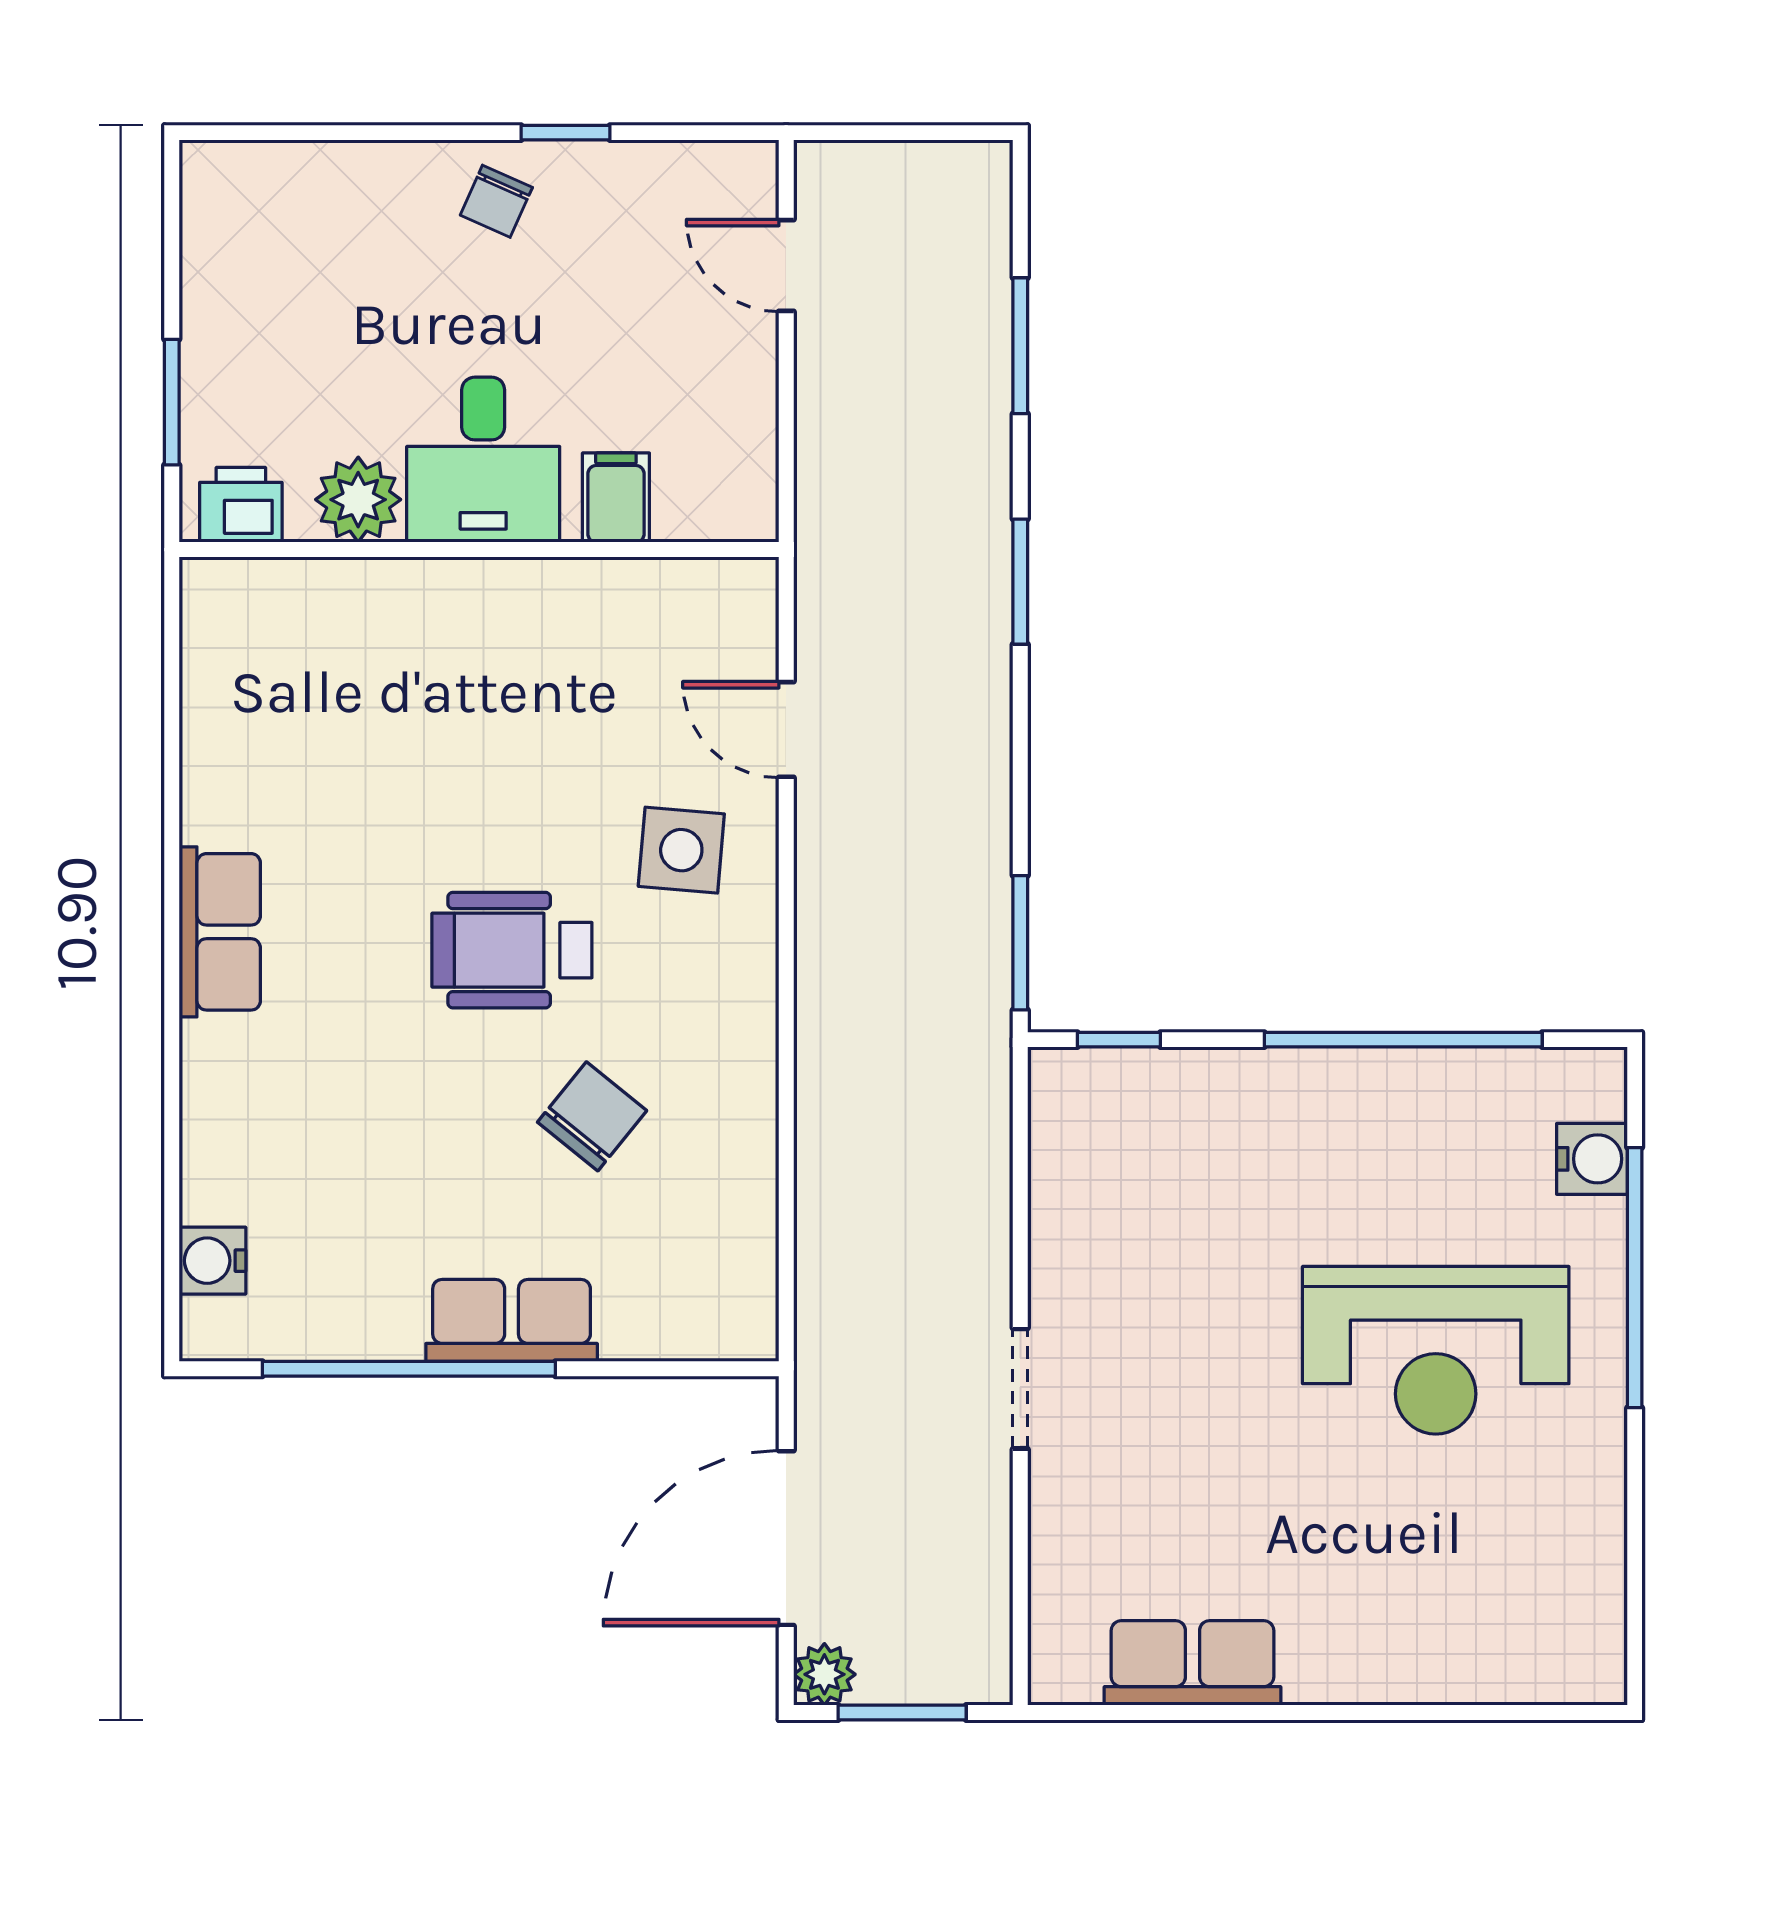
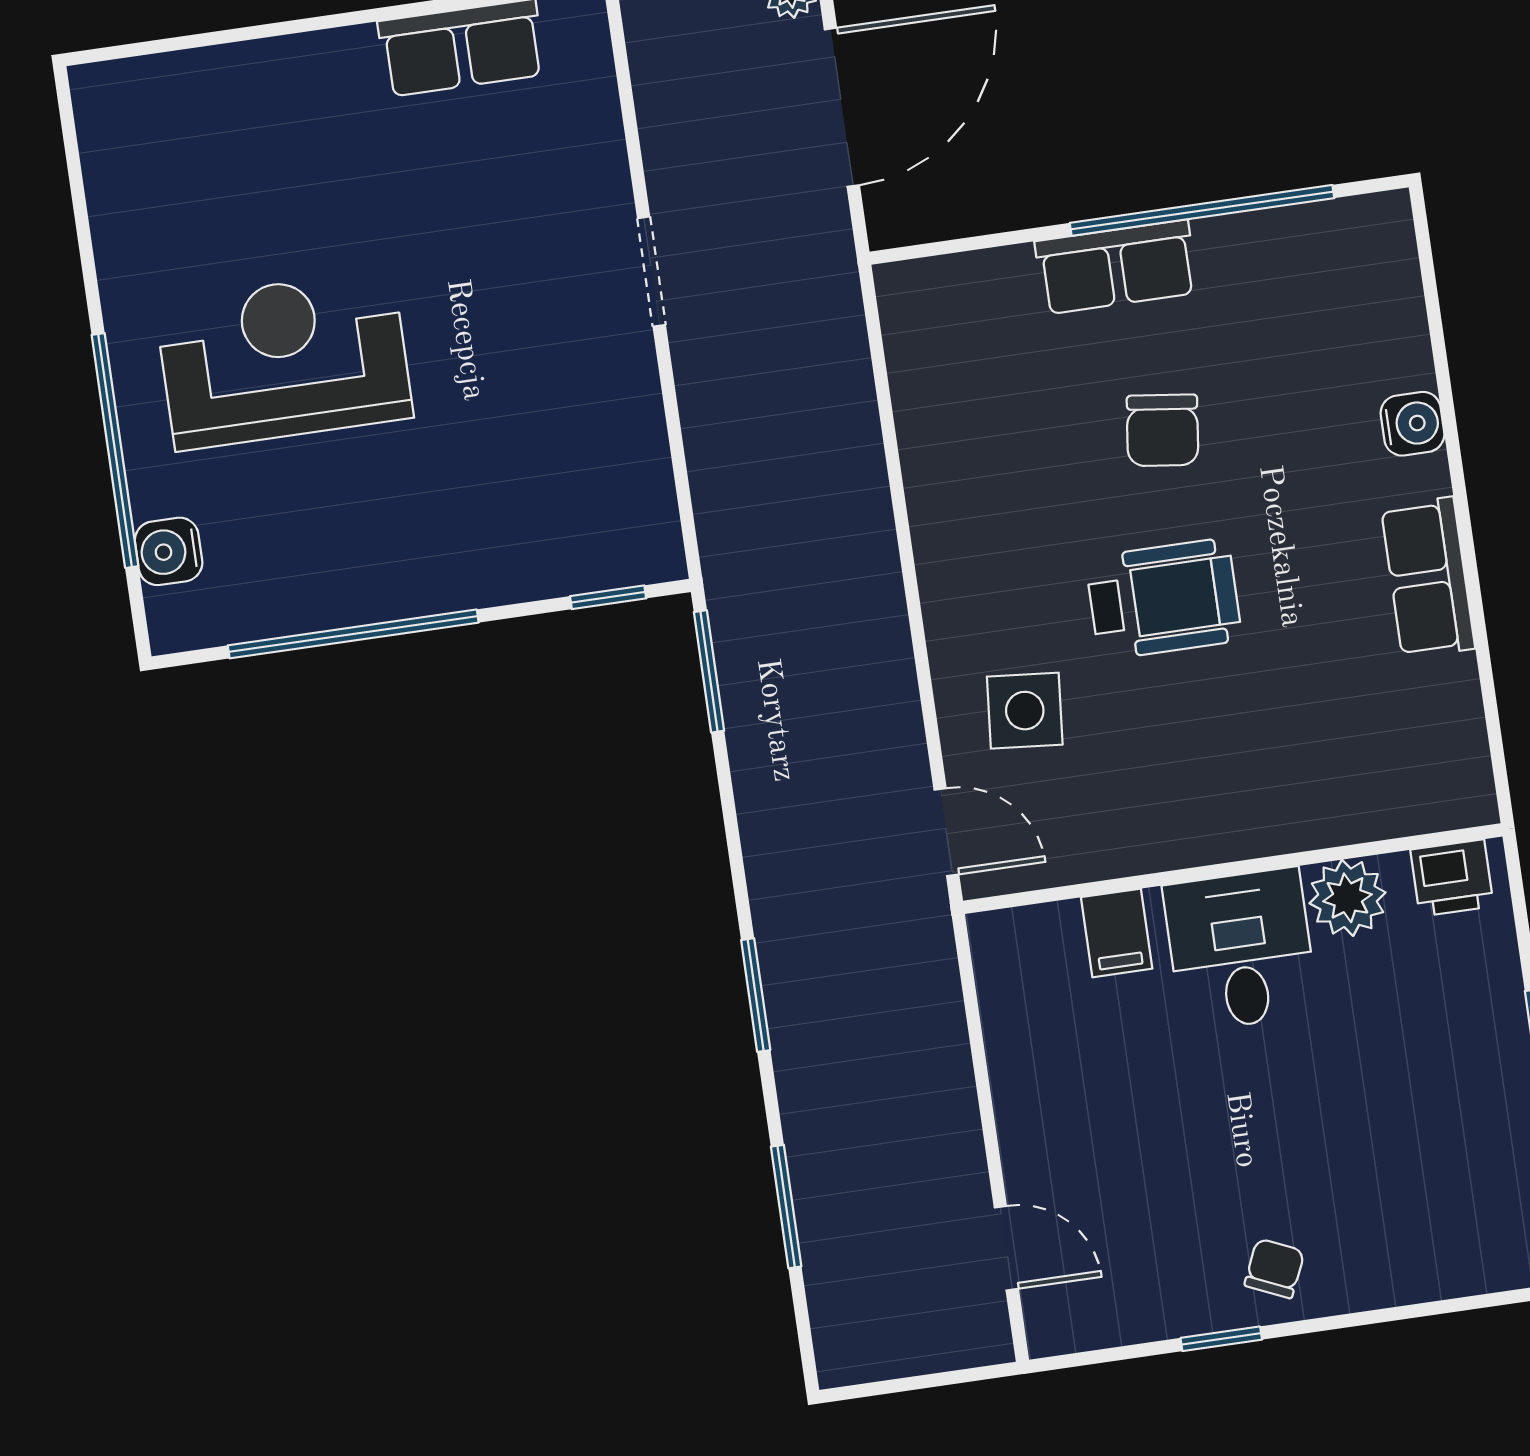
desk: (483, 460) -> (1241, 950), moved
filing cabinet: (616, 498) -> (1117, 933), moved
plant: (358, 500) -> (1347, 898), moved
printer: (241, 505) -> (1452, 878), moved
wall: (479, 550) -> (1233, 869), moved
chair: (592, 1116) -> (1163, 430), moved, turned -32
water cooler: (212, 1261) -> (1412, 424), moved

